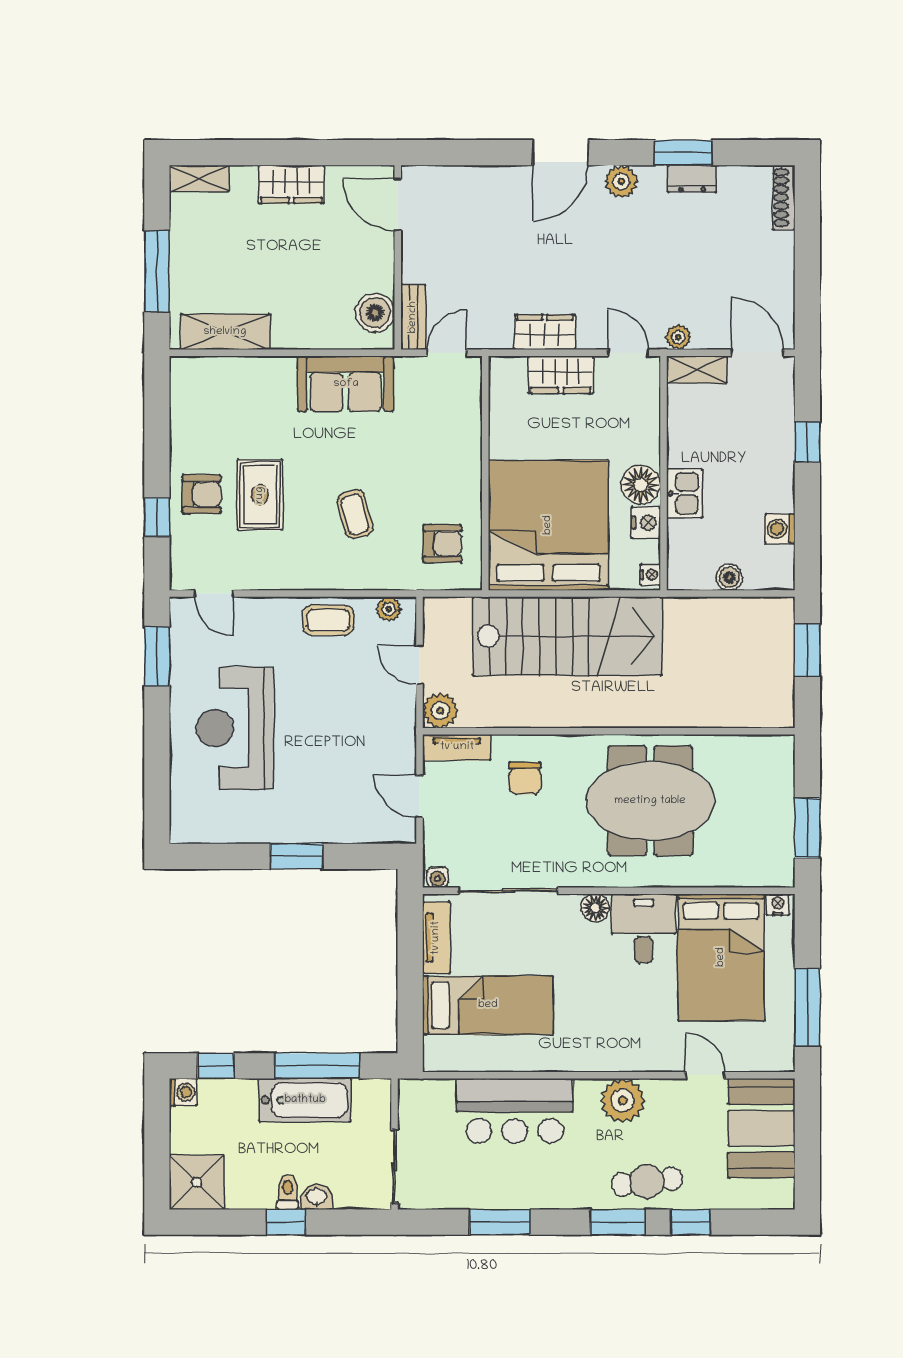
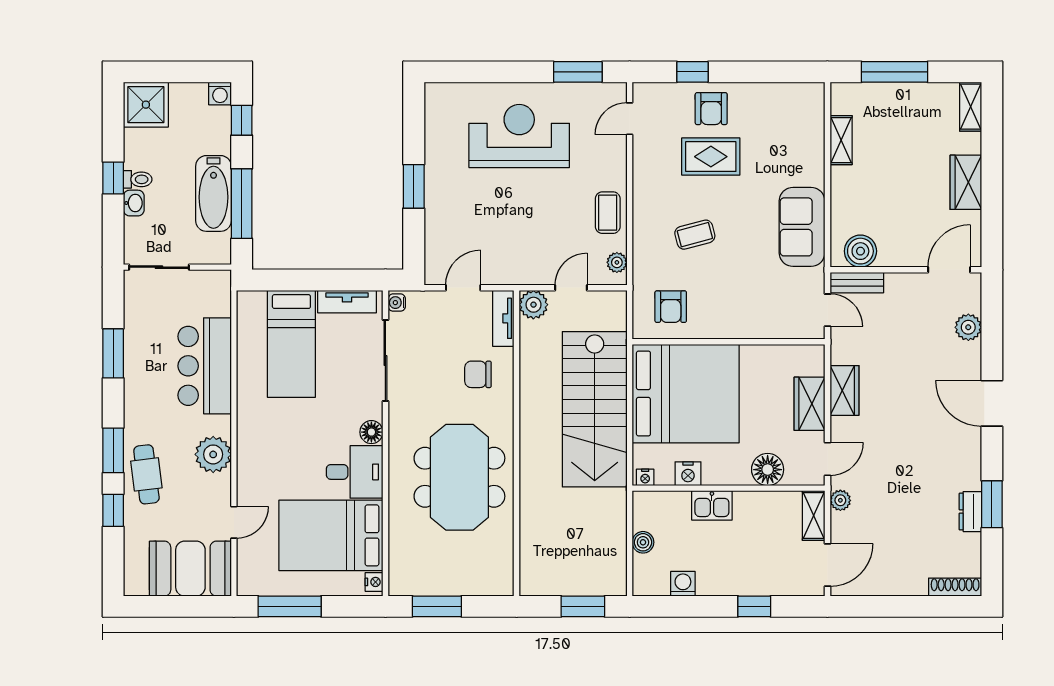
plant: (621, 181) -> (968, 327), moved
shelving: (225, 332) -> (841, 140), width x0.67, depth x0.75
floor lamp: (641, 485) -> (768, 470), moved

